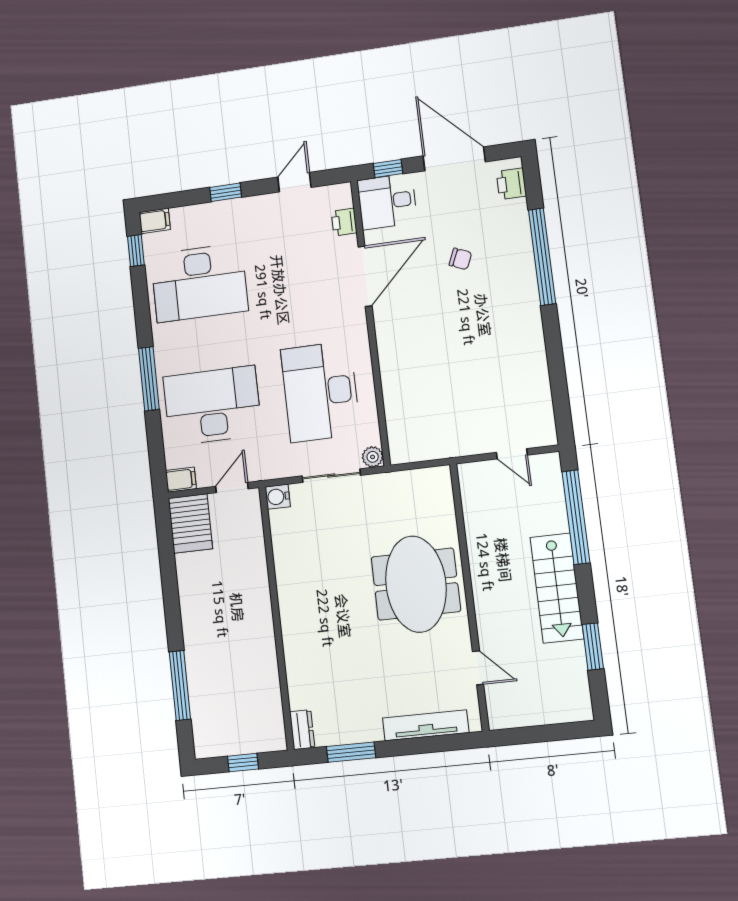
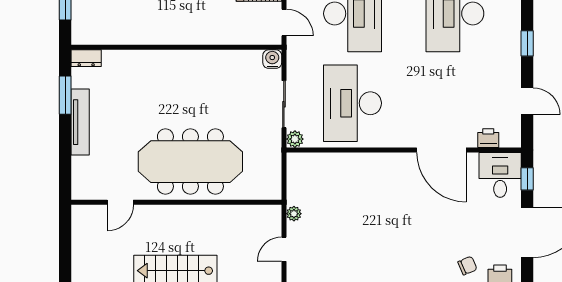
chair: (460, 259) -> (467, 266), moved, turned -136
desk: (321, 392) -> (352, 103), turned -90
plant: (466, 447) -> (294, 214), added
meeting table: (416, 584) -> (190, 162), width x1.36
tv unit: (426, 725) -> (80, 122), moved

